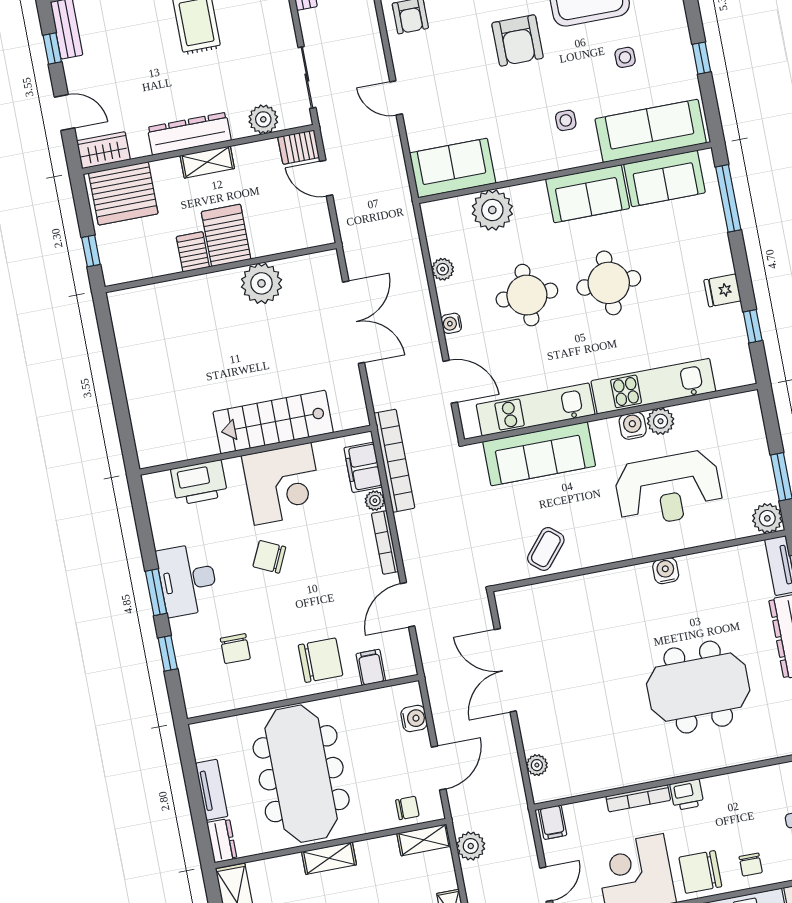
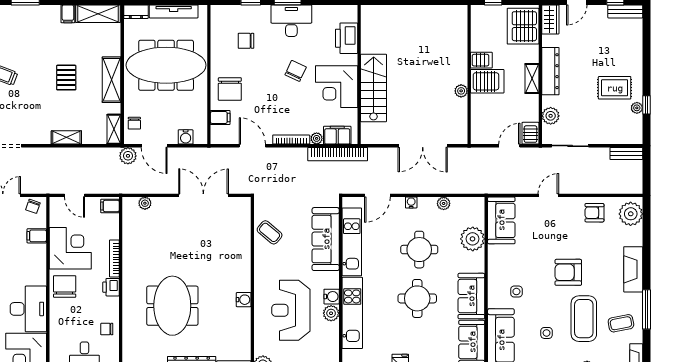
plant: (261, 283) -> (461, 91), width x0.53, depth x0.53
tv unit: (212, 790) -> (174, 11), width x1.41
plant: (471, 846) -> (128, 156), moved
shelving: (329, 858) -> (111, 80), width x1.50, depth x1.33
chair: (751, 865) -> (107, 329), moved

